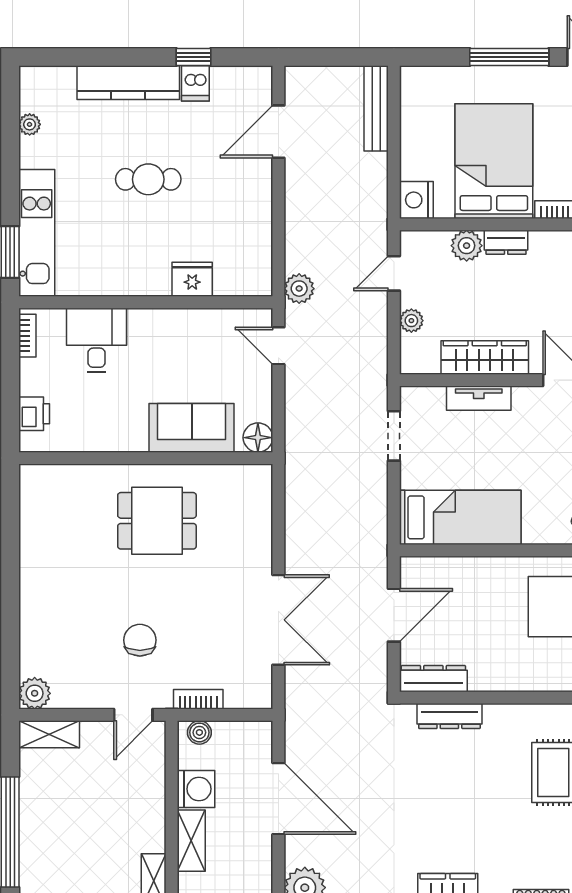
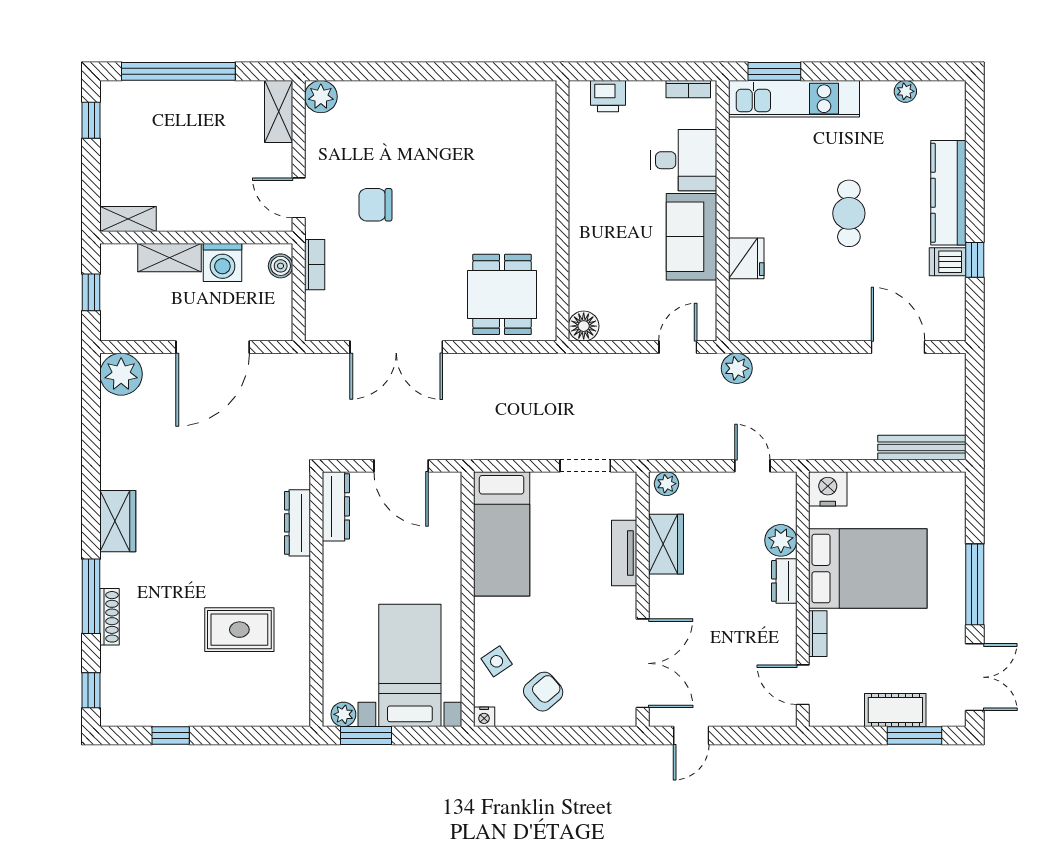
plant: (411, 321) -> (666, 484), moved
wardrobe: (485, 357) -> (666, 544), width x0.67
sofa: (192, 428) -> (692, 237), moved, turned 180
dining table: (157, 521) -> (502, 294), moved
chair: (140, 640) -> (375, 205), turned 180

